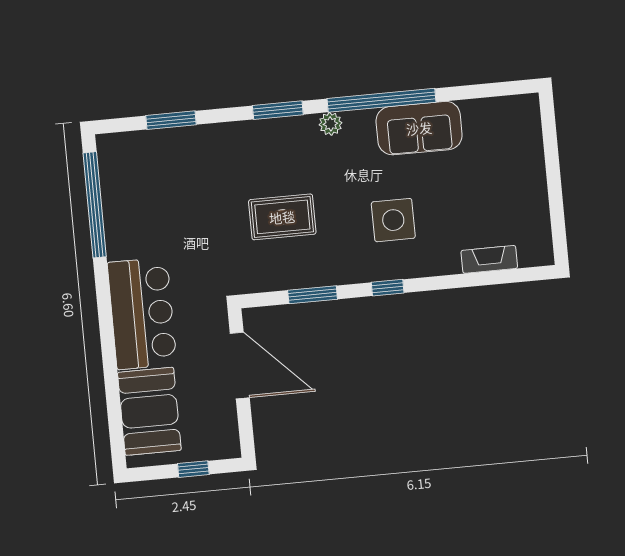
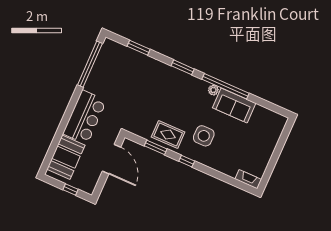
plant: (330, 124) -> (213, 90), moved
rug: (282, 217) -> (168, 135), moved
fireplace: (489, 259) -> (248, 179), moved

